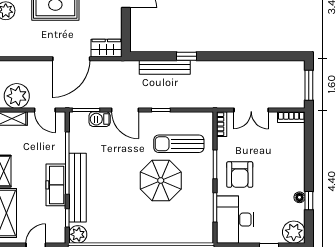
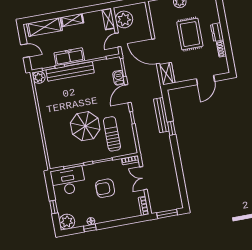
armchair: (240, 174) -> (105, 188), moved

